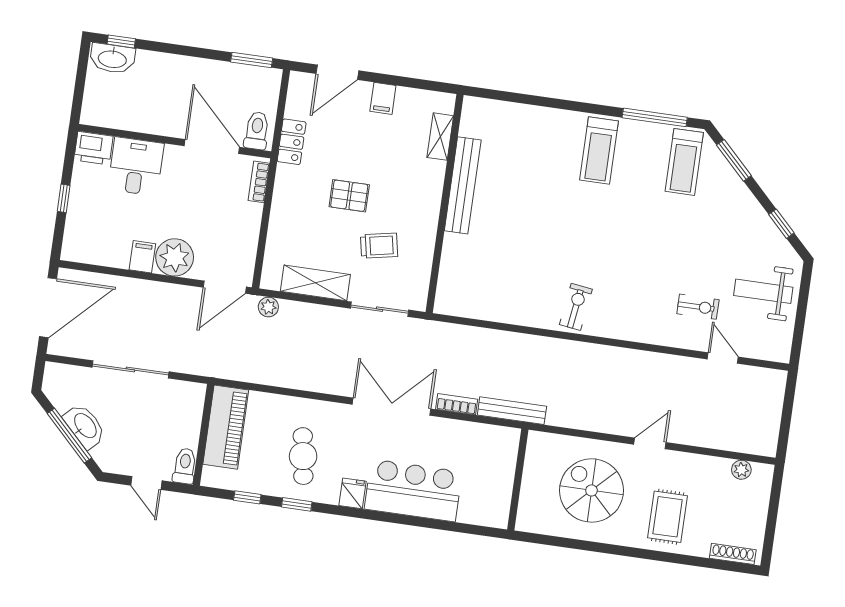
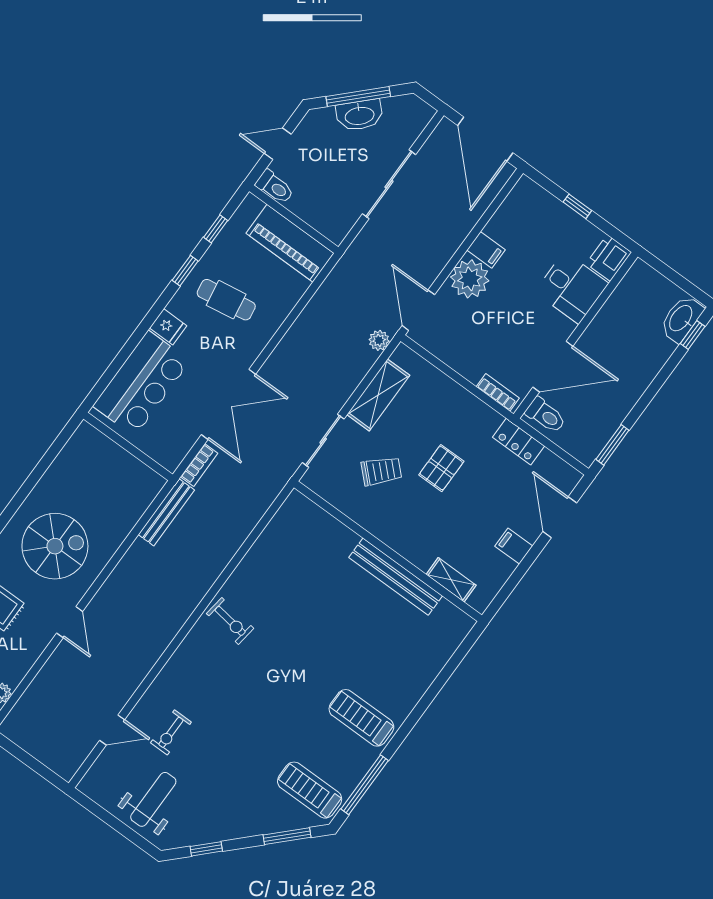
trolley: (379, 246) -> (381, 471), turned -125
wall: (518, 480) -> (128, 447), moved

